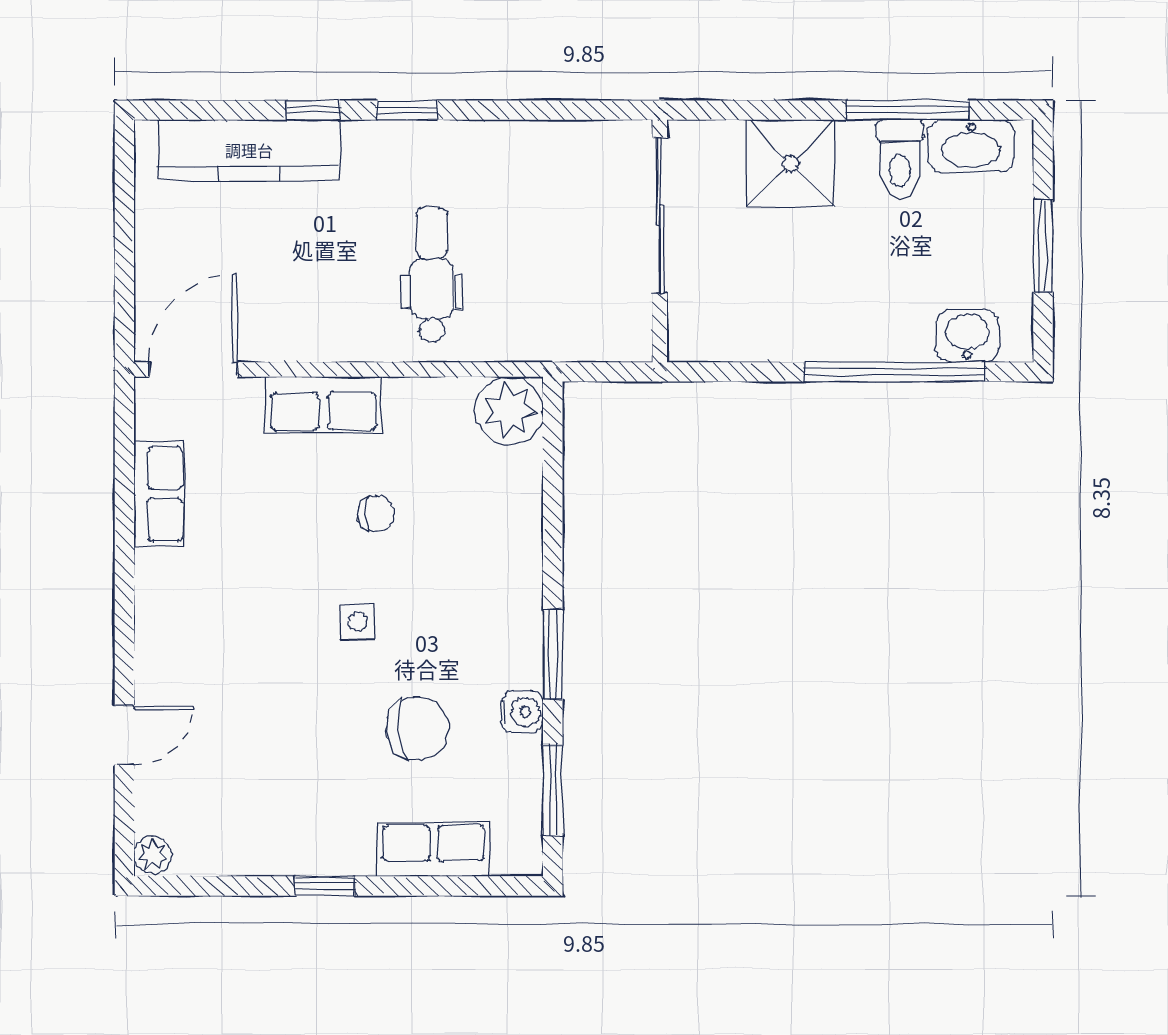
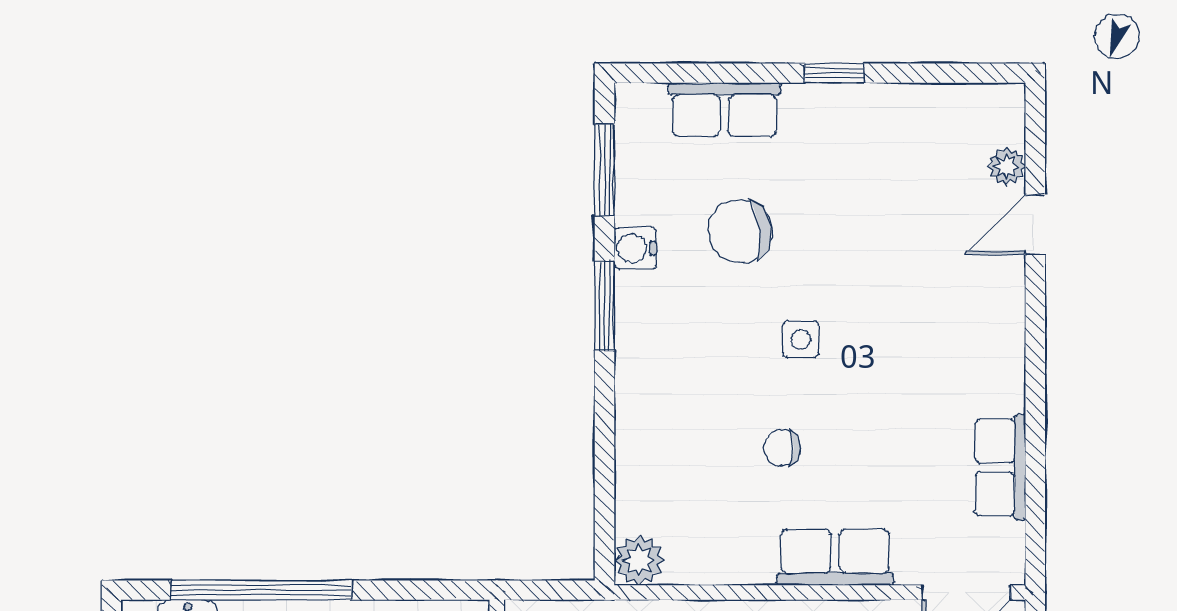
plant: (509, 411) -> (639, 560), width x0.73, depth x0.73
plant: (153, 855) -> (1007, 166), moved

